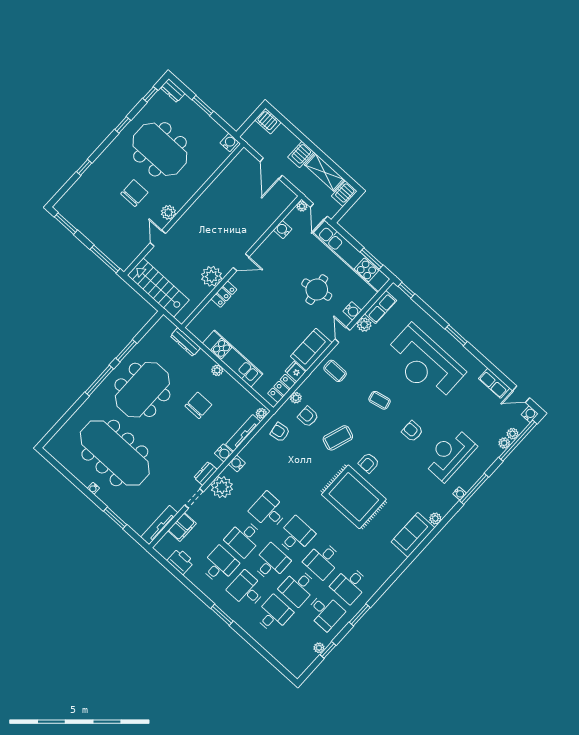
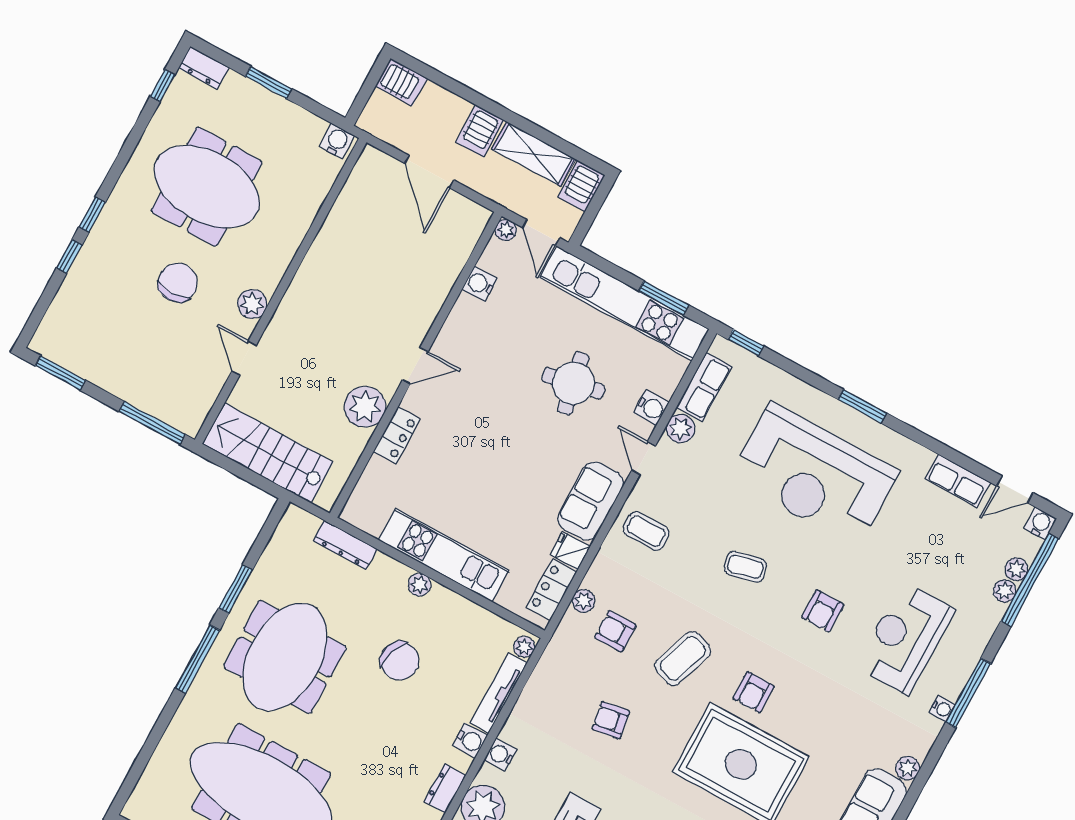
window: (123, 125) -> (92, 215), moved
chair: (198, 405) -> (400, 661), turned 109
armchair: (412, 431) -> (823, 611), turned -90
armchair: (280, 432) -> (611, 720), moved

